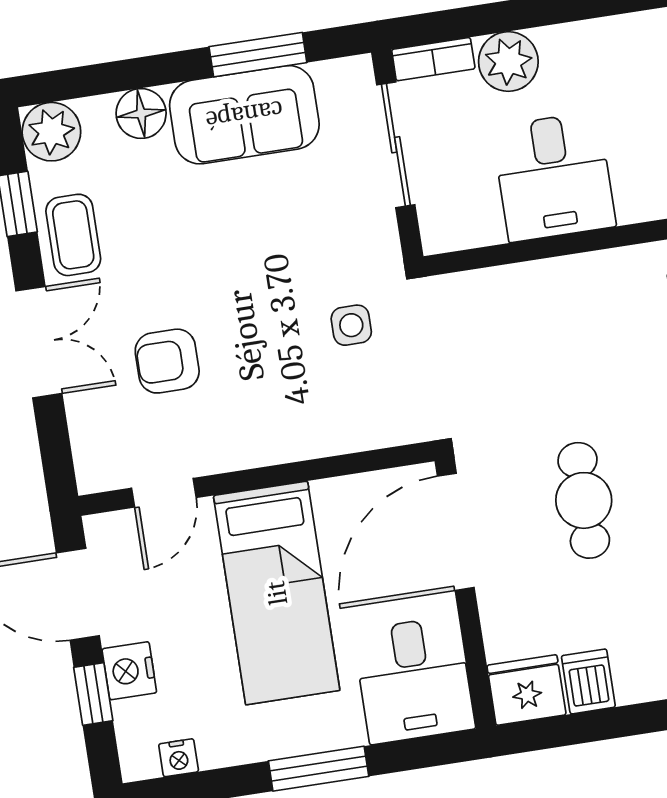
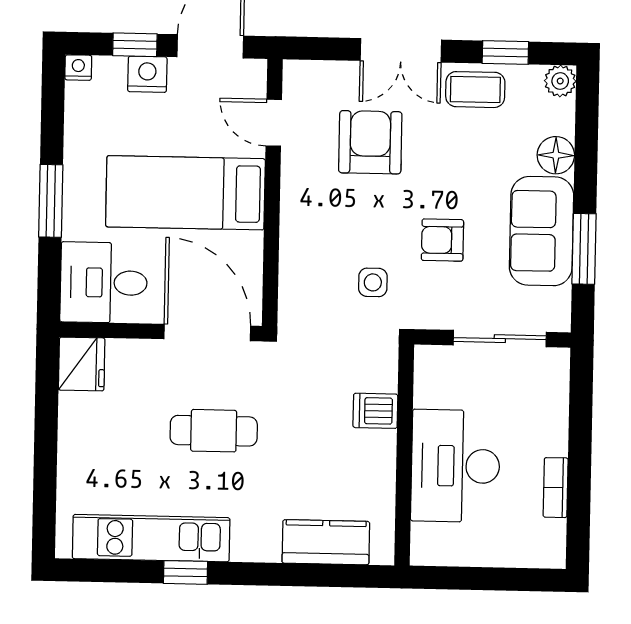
bookcase: (433, 59) -> (556, 488), moved
plant: (508, 62) -> (546, 432), removed
plant: (51, 132) -> (560, 81), width x0.73, depth x0.73
desk: (554, 177) -> (455, 466), width x1.37
armchair: (279, 243) -> (442, 240), added
armchair: (167, 361) -> (370, 142), width x1.38, depth x1.38
dishwasher: (588, 681) -> (375, 411), moved, turned 180
nightstand: (179, 758) -> (78, 68), moved, turned 90

